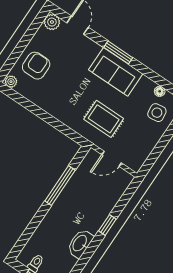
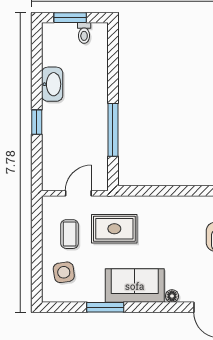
window: (118, 52) -> (105, 307), moved
floor lamp: (160, 91) -> (172, 296), moved
coffee table: (136, 135) -> (70, 234), added

